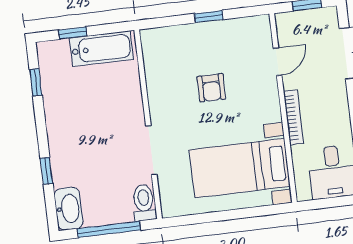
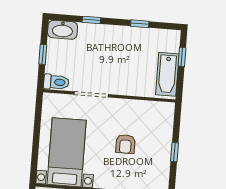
window: (36, 82) -> (140, 24), moved
armchair: (211, 88) -> (125, 144), turned -90
window: (109, 229) -> (43, 54), width x0.46

